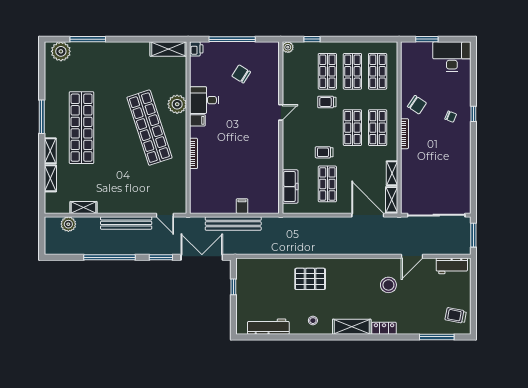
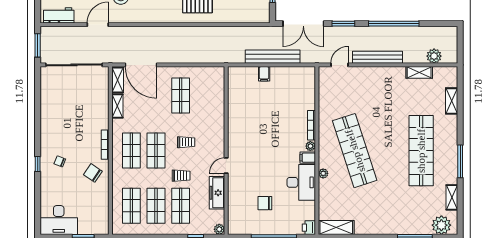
chair: (241, 74) -> (265, 203), turned 148
desk: (204, 100) -> (301, 182), width x1.37
plant: (177, 104) -> (323, 173), width x0.53, depth x0.53
plant: (195, 132) -> (310, 146), added
shelving: (50, 151) -> (452, 197), moved
trolley: (324, 152) -> (186, 142), moved
freezer: (290, 187) -> (217, 193), moved
door: (165, 215) -> (339, 65), hinge flipped

